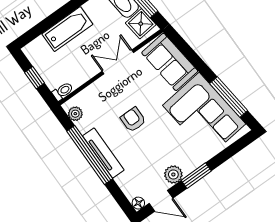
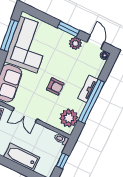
plant: (75, 114) -> (69, 118), width x1.88, depth x1.88
armchair: (133, 120) -> (55, 86), turned -90
tv unit: (103, 153) -> (88, 89), width x0.71

